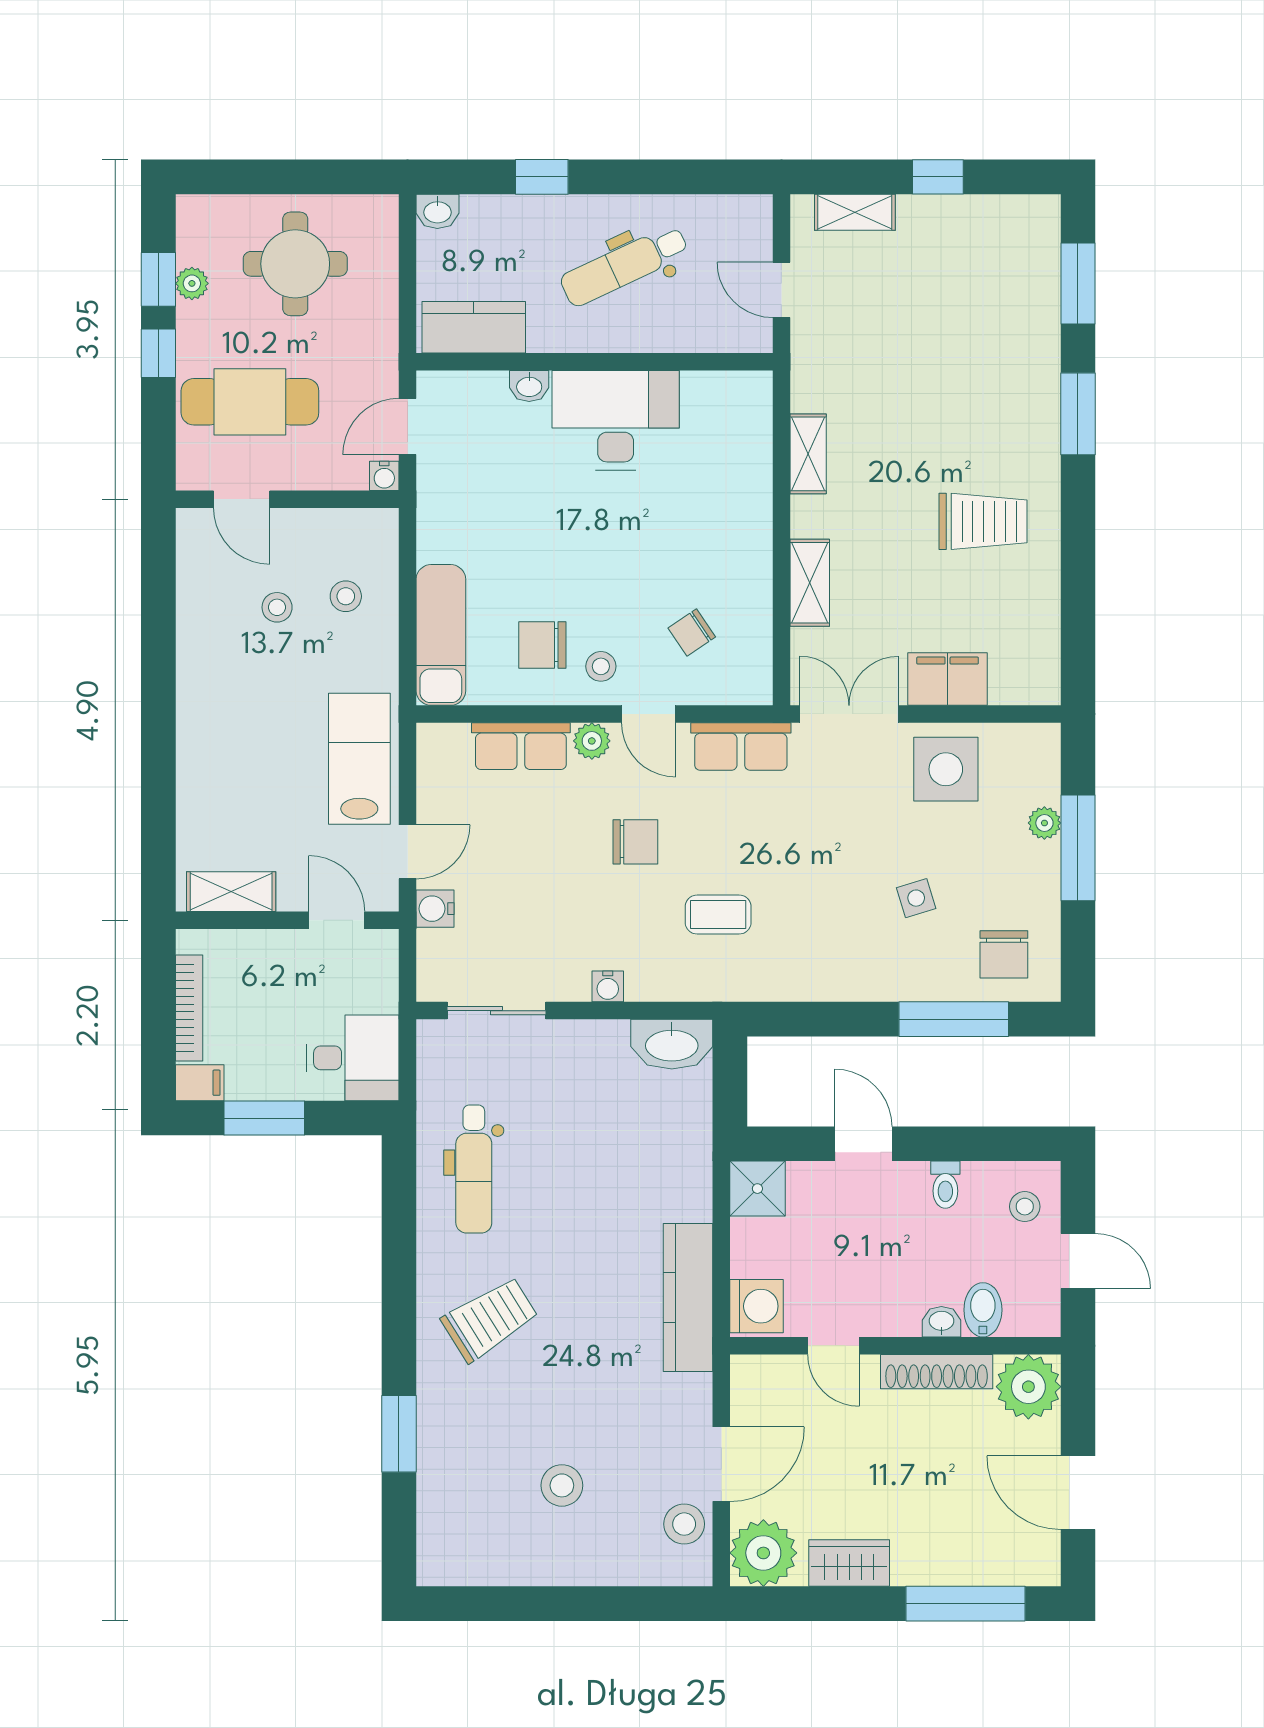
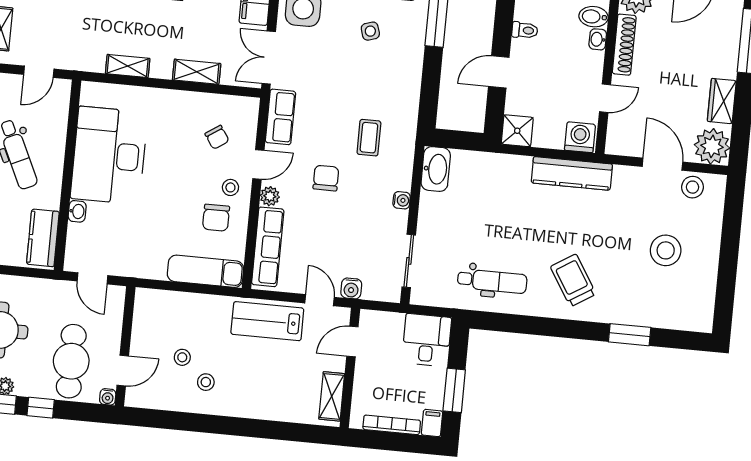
desk: (616, 420) -> (109, 155), width x1.36, depth x1.30
water cooler: (384, 476) -> (108, 397), moved, turned 90
stool: (346, 596) -> (206, 382), moved
row of seats: (521, 746) -> (268, 247), width x1.48
stool: (562, 1485) -> (666, 250), width x1.38, depth x1.38

